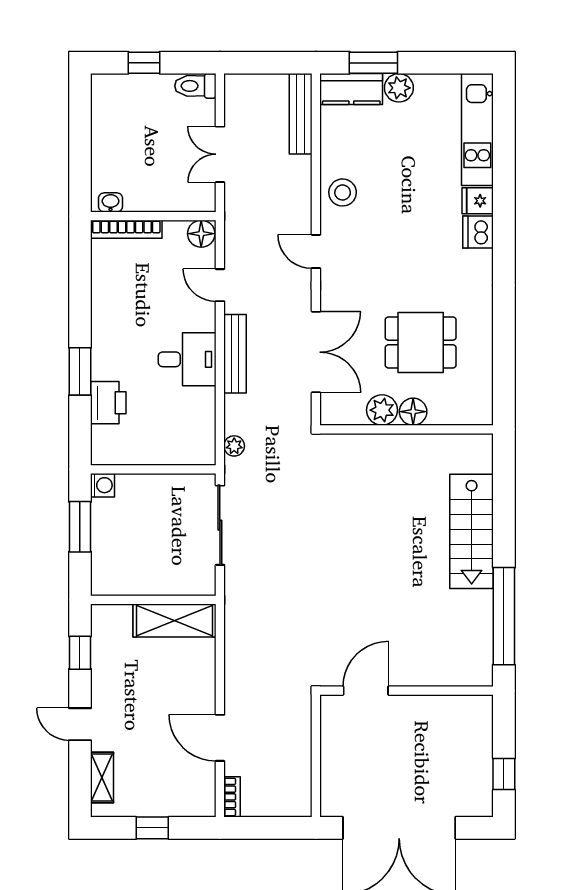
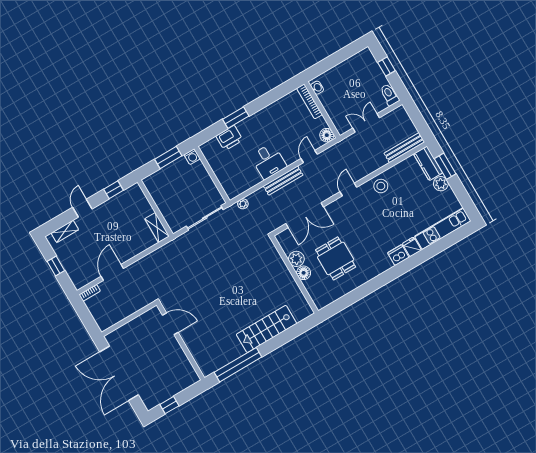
shelving: (175, 620) -> (157, 228), width x0.67, depth x0.75

